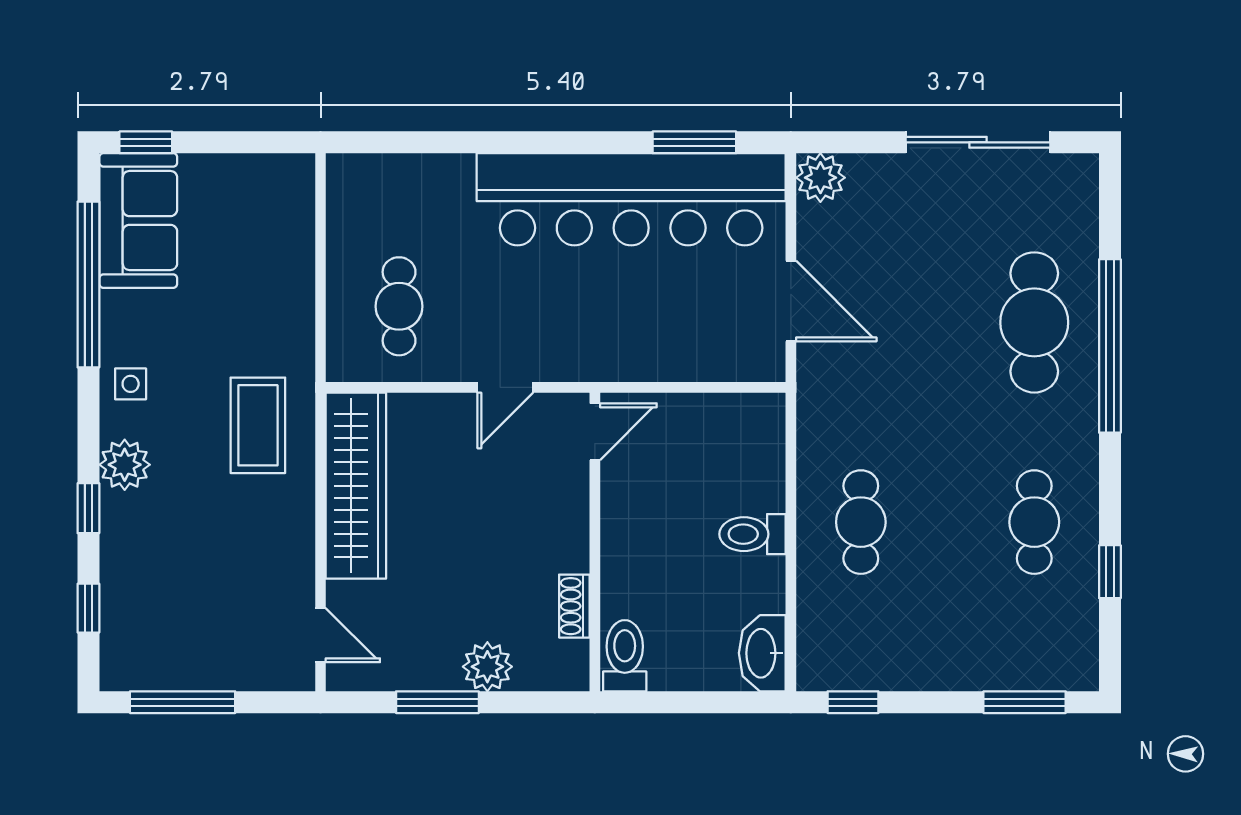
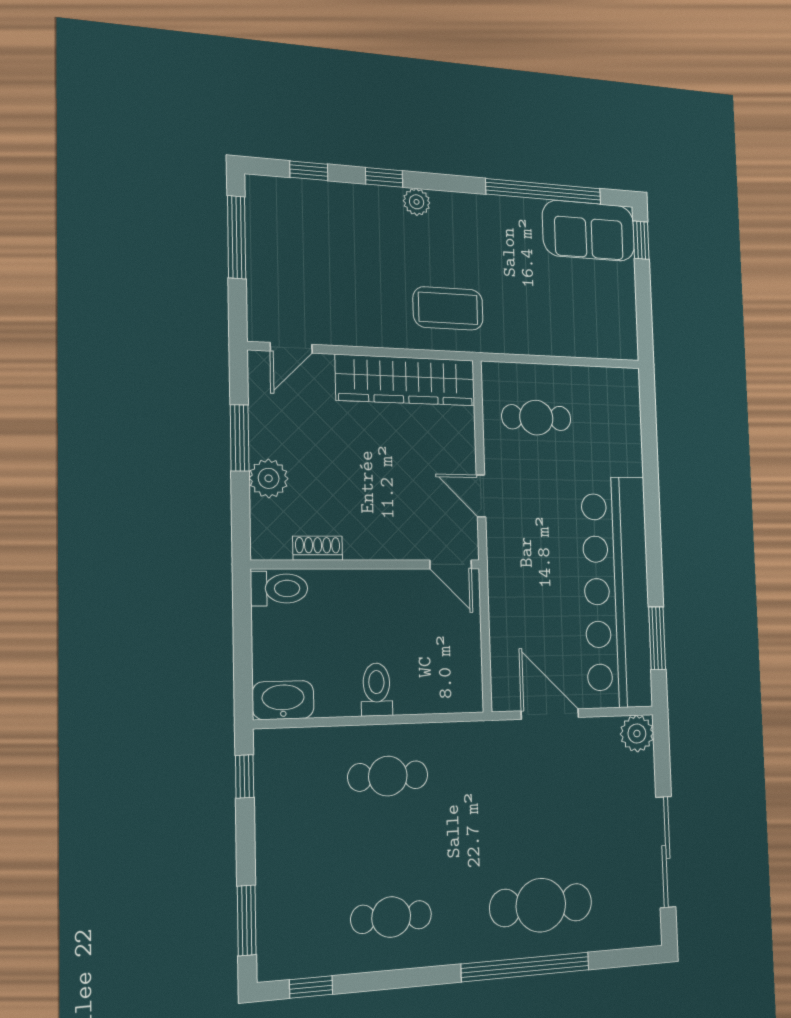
door: (791, 301) -> (550, 714), swing flipped
side table: (131, 384) -> (475, 216), removed
plant: (125, 465) -> (417, 202), width x0.73, depth x0.73
window: (1110, 572) -> (311, 987), moved

